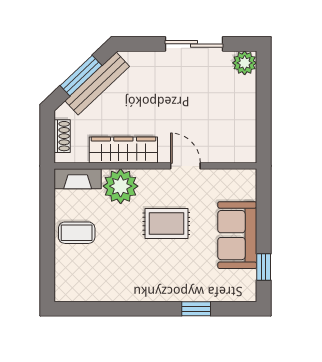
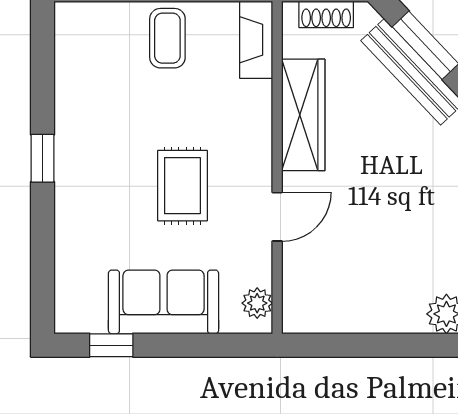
plant: (121, 186) -> (257, 303), moved, width x0.53, depth x0.53
window: (196, 309) -> (43, 158), moved

